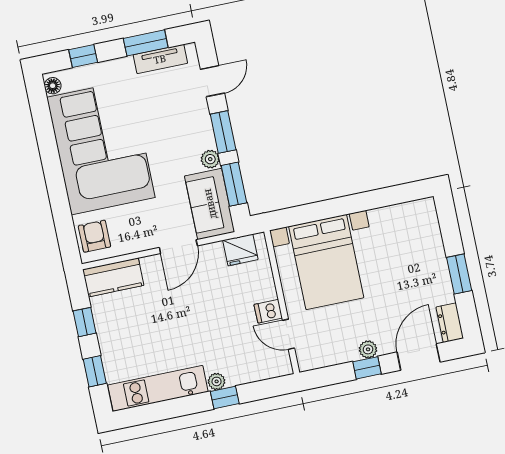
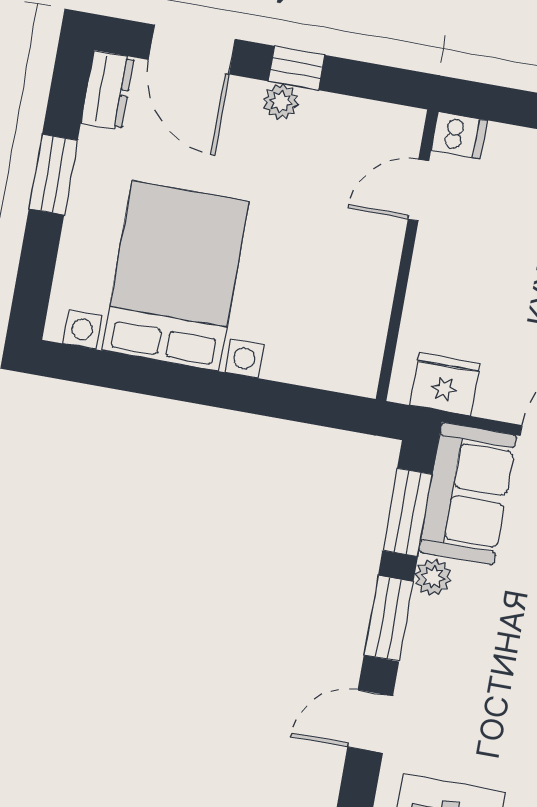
bed with nightstands: (326, 262) -> (175, 276), moved
dishwasher: (268, 311) -> (459, 135), moved
door: (288, 334) -> (418, 190), swing flipped
door: (419, 357) -> (192, 49), hinge flipped

